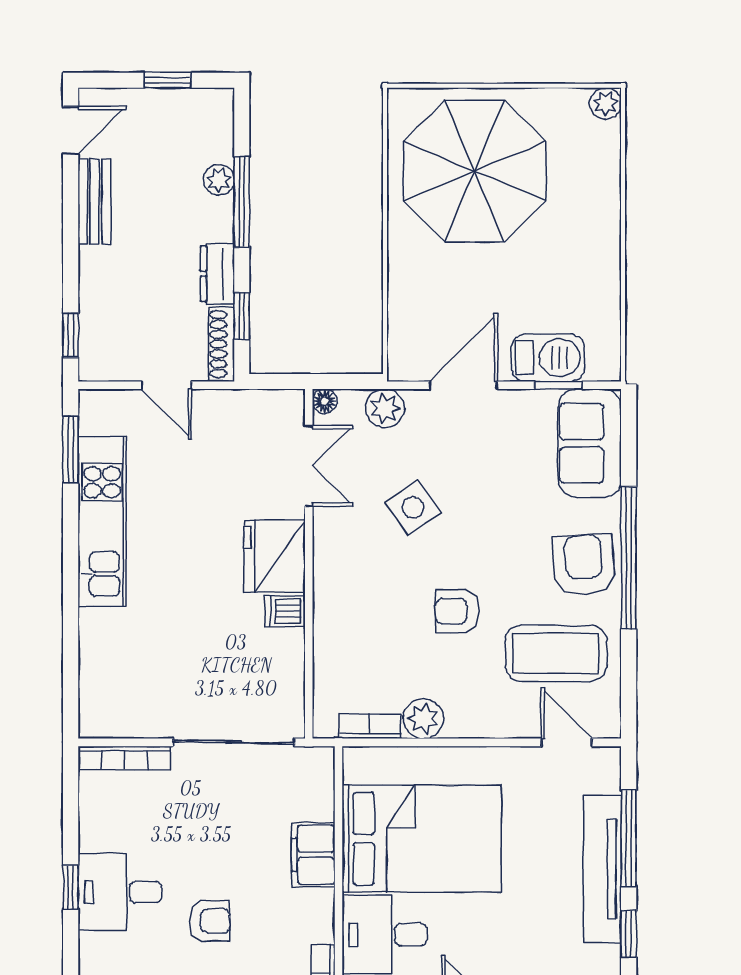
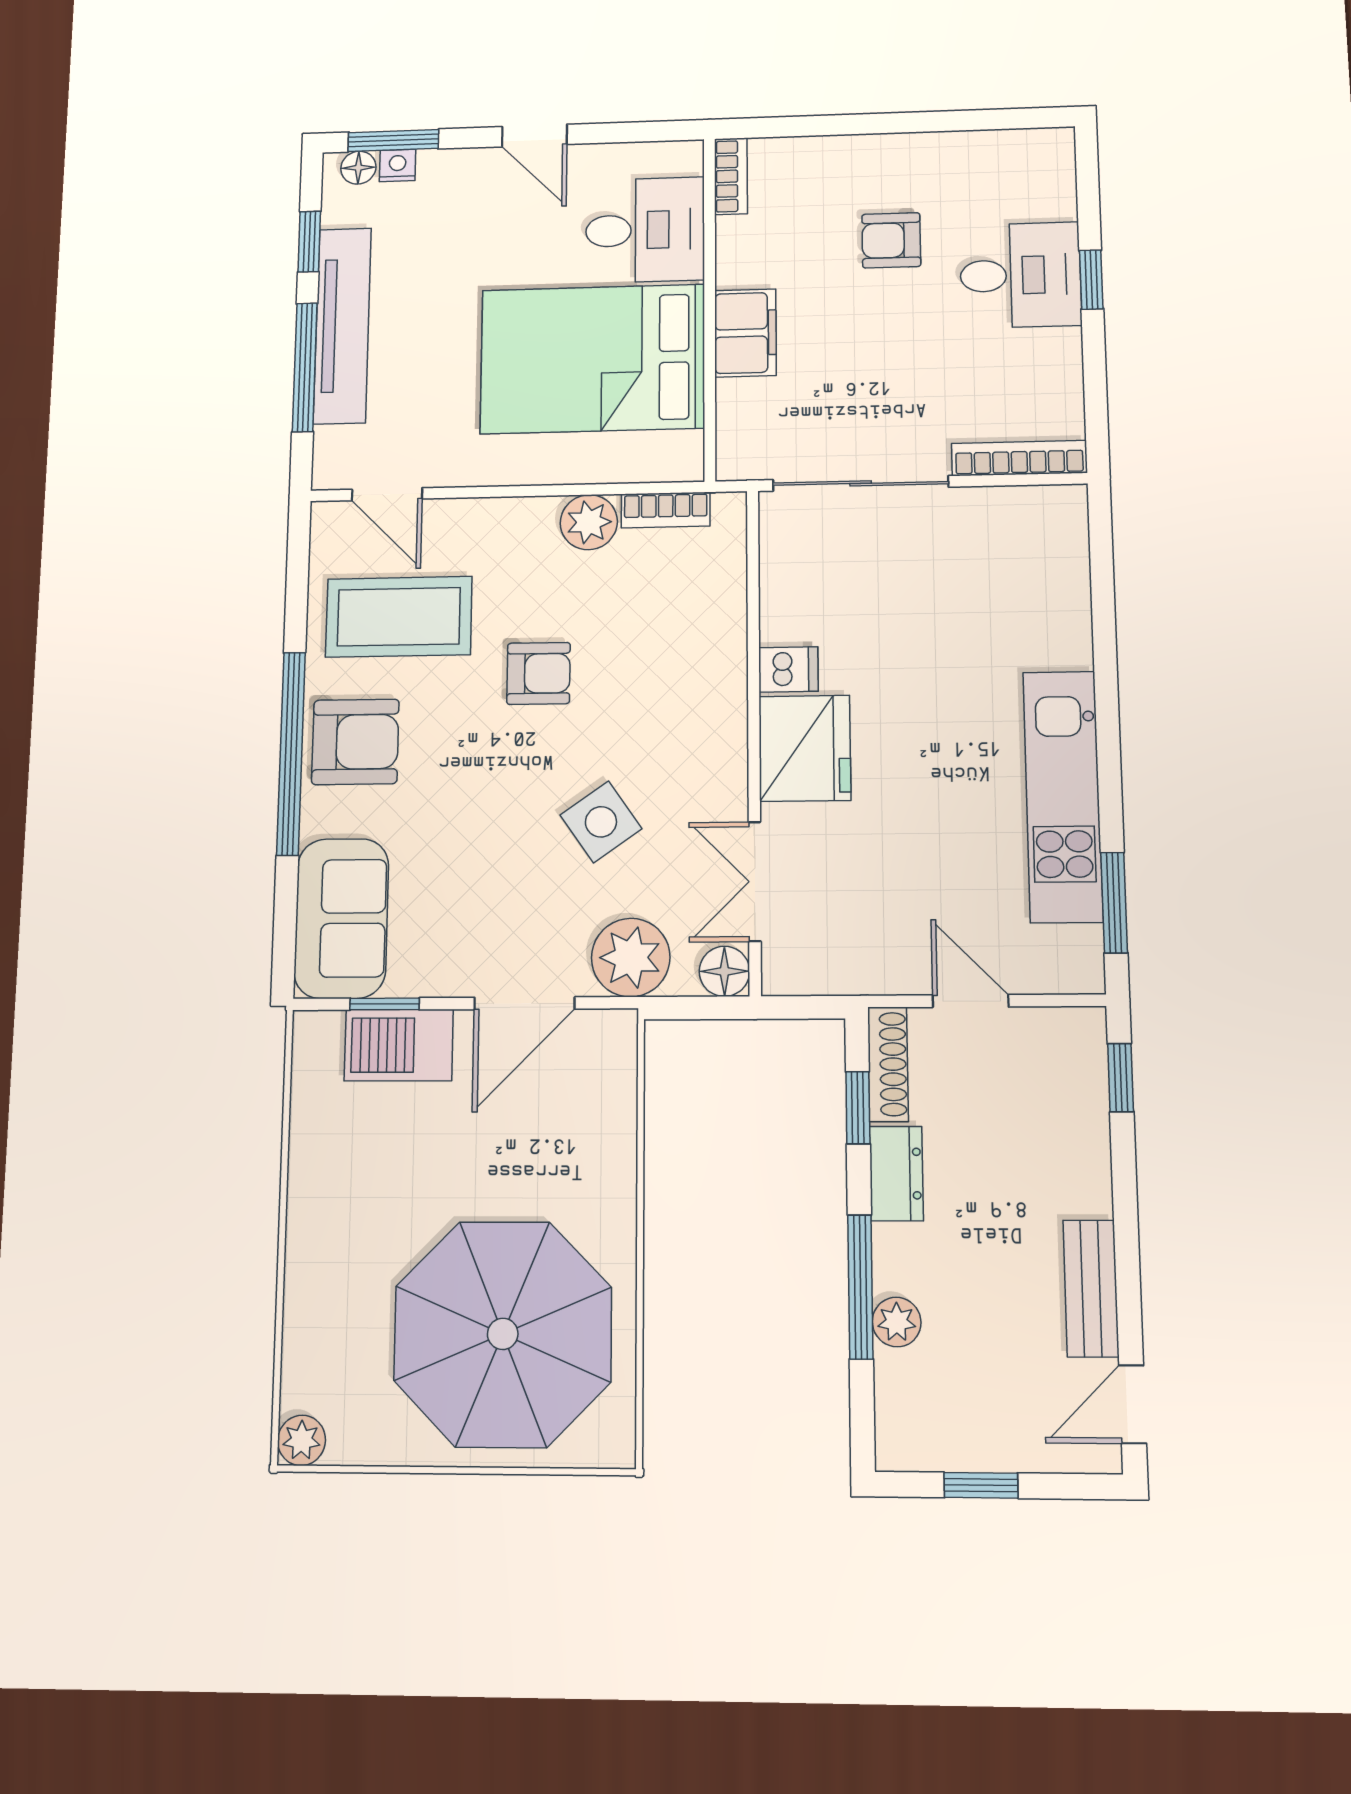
floor lamp: (325, 401) -> (724, 971), width x1.37, depth x1.37
plant: (385, 408) -> (631, 958), width x1.36, depth x1.36
armchair: (584, 565) -> (355, 742), turned -86

